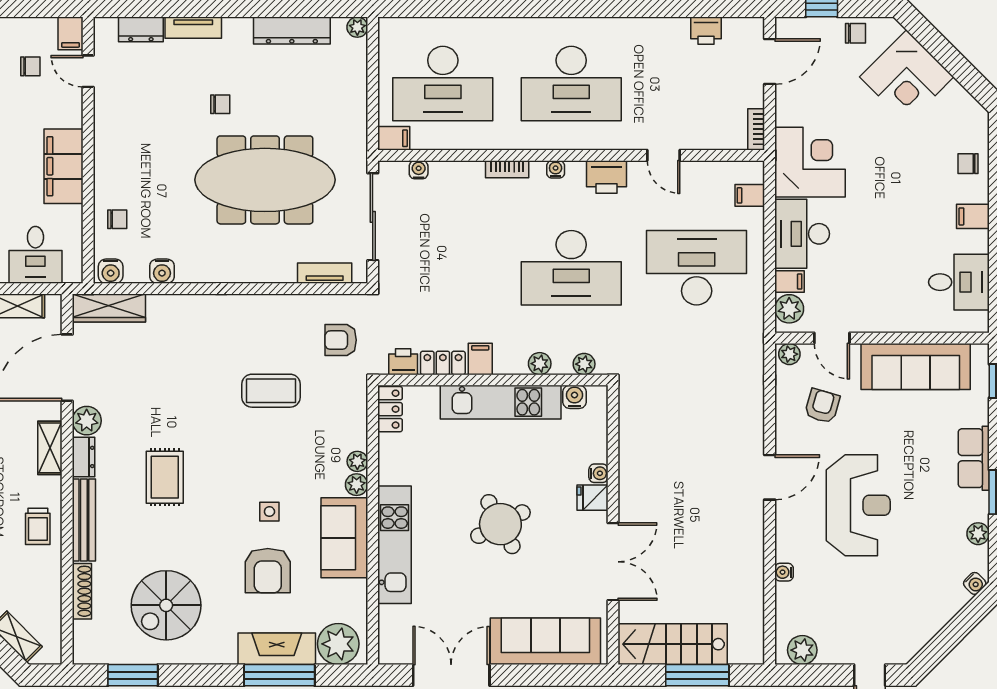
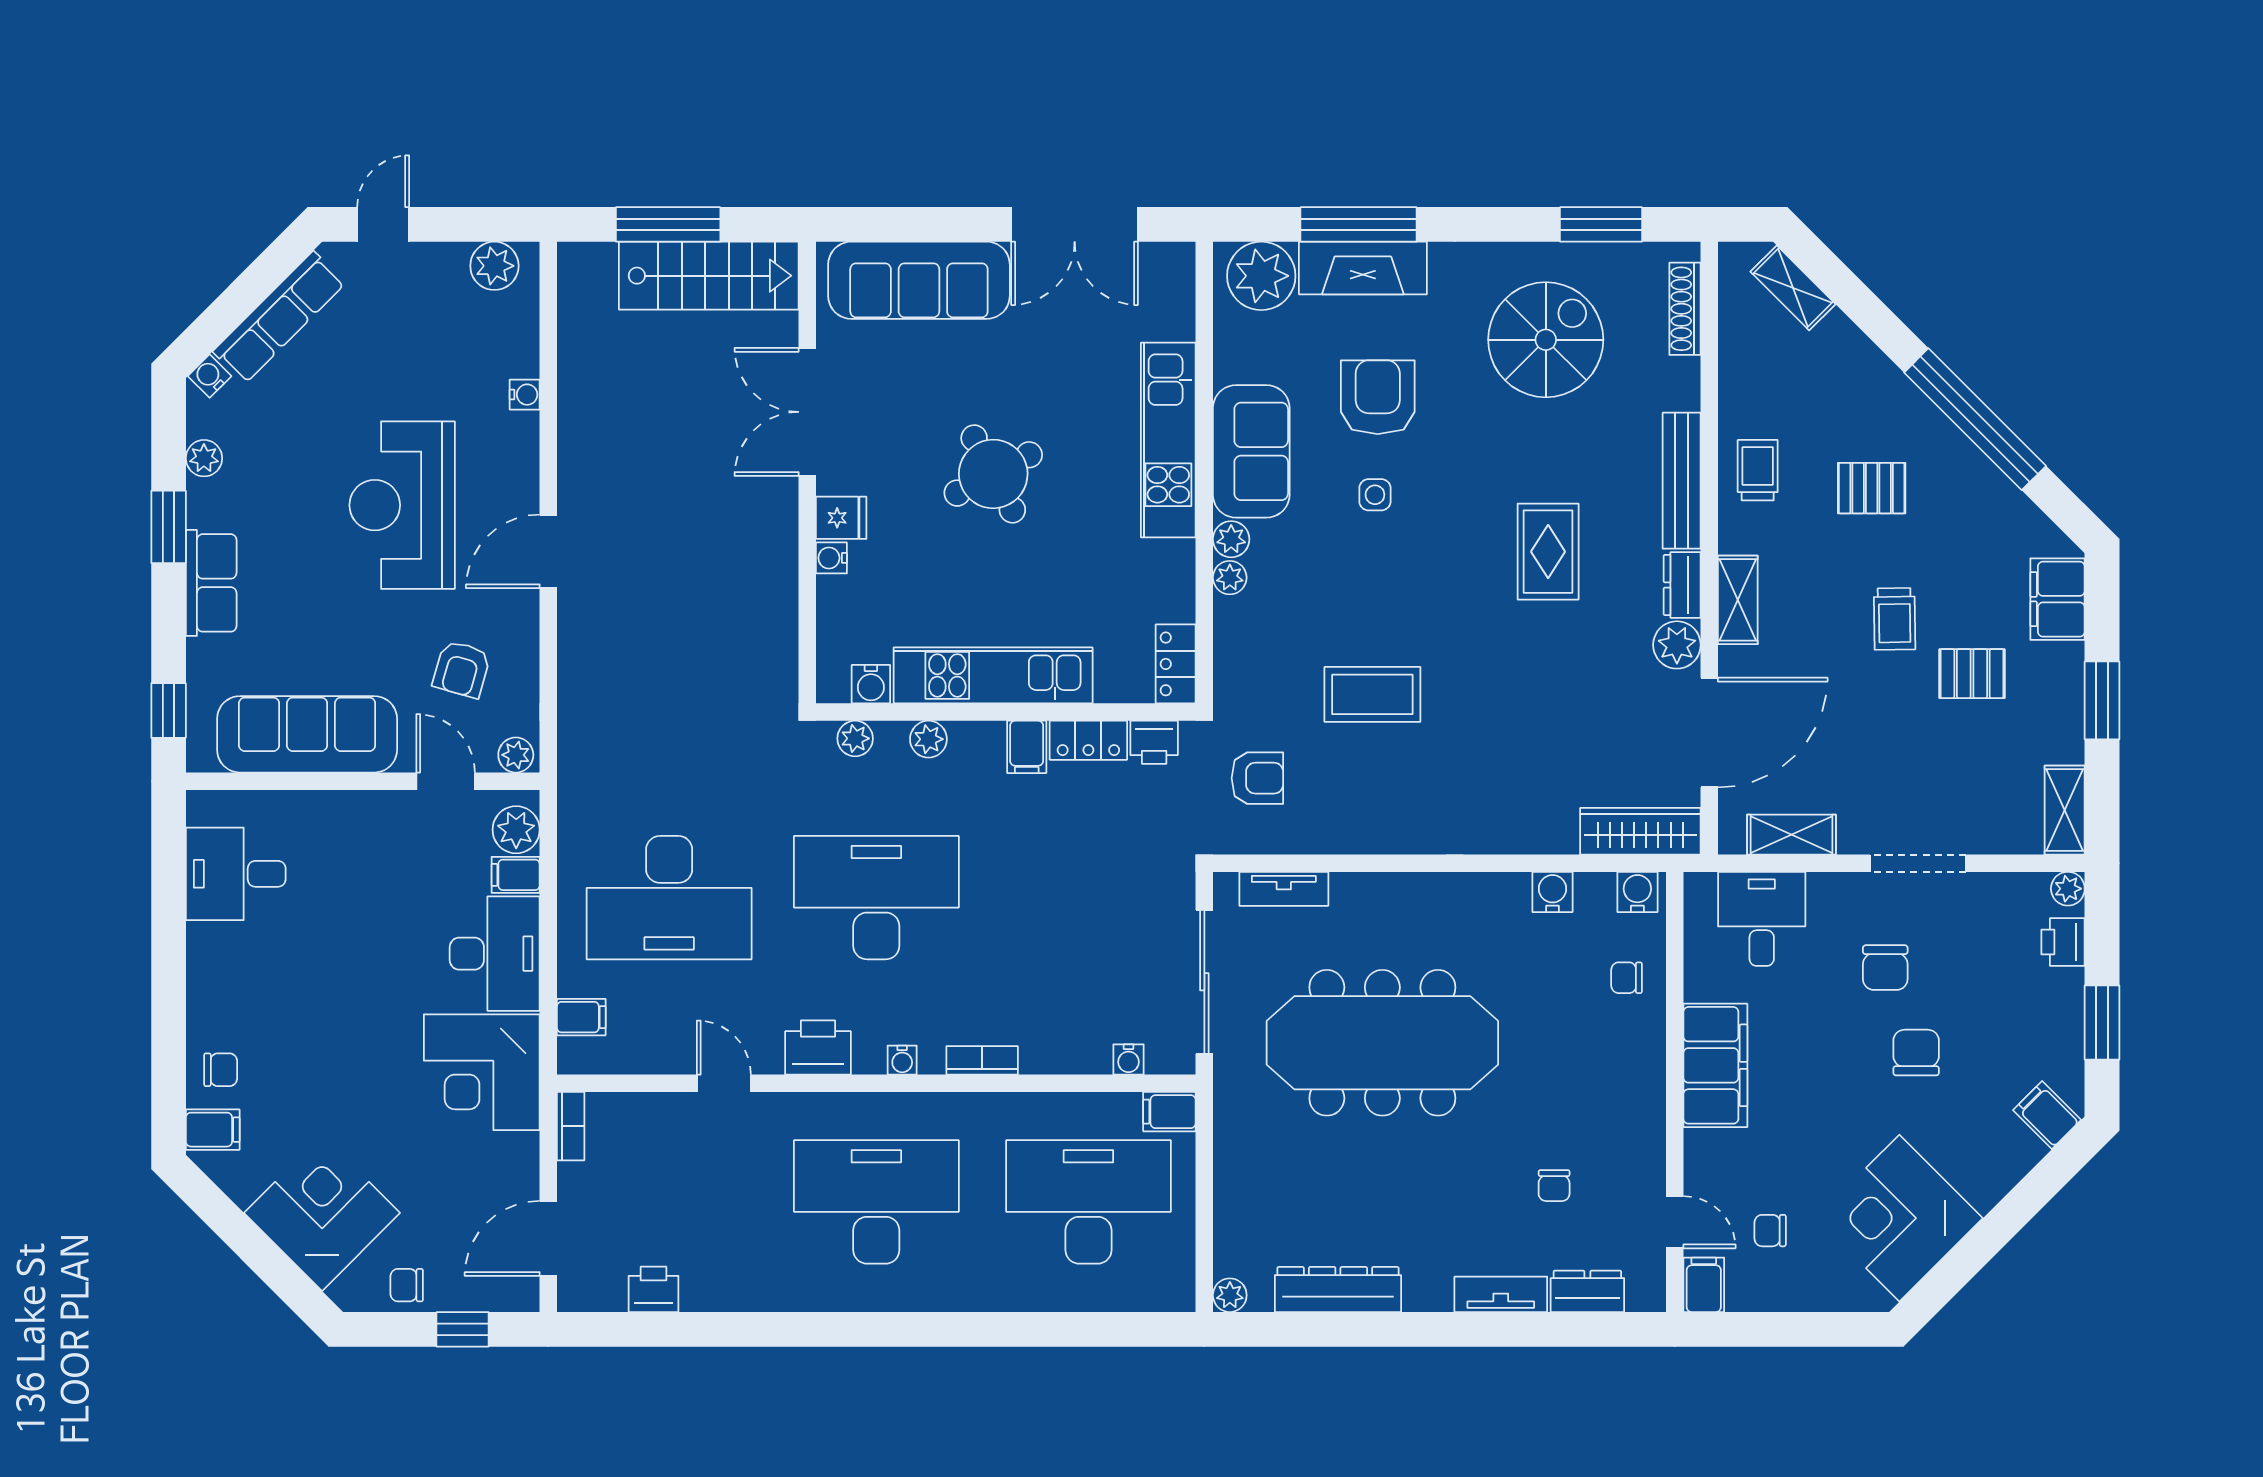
chair: (220, 104) -> (1554, 1186), moved, turned -90
filing cabinet: (973, 216) -> (213, 1130), moved
shoe rack: (82, 591) -> (1685, 309), moved
row of seats: (933, 619) -> (279, 317), added

